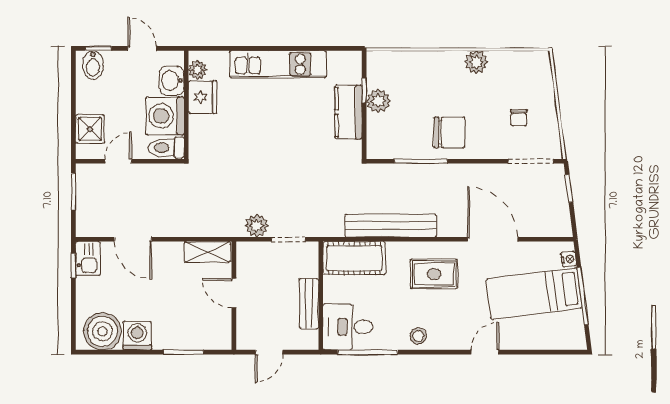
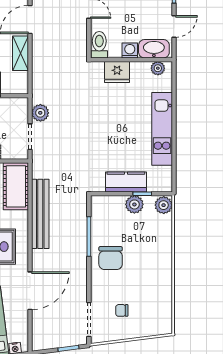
plant: (476, 62) -> (164, 205), moved
washbasin: (172, 81) -> (154, 49), width x1.38
fridge: (203, 97) -> (117, 72), moved
washing machine: (165, 116) -> (130, 50), width x0.53, depth x0.53
shelving: (207, 252) -> (21, 53), moved

